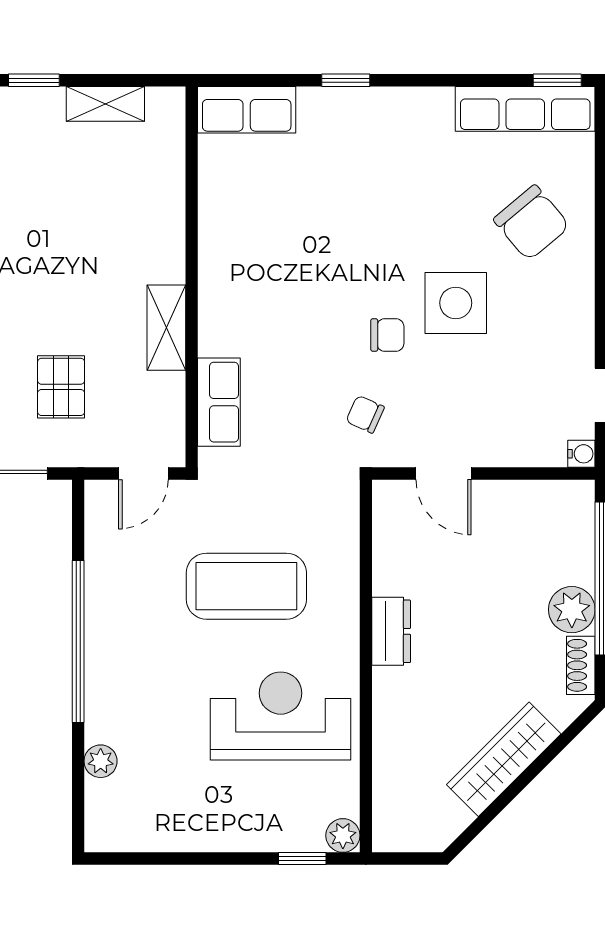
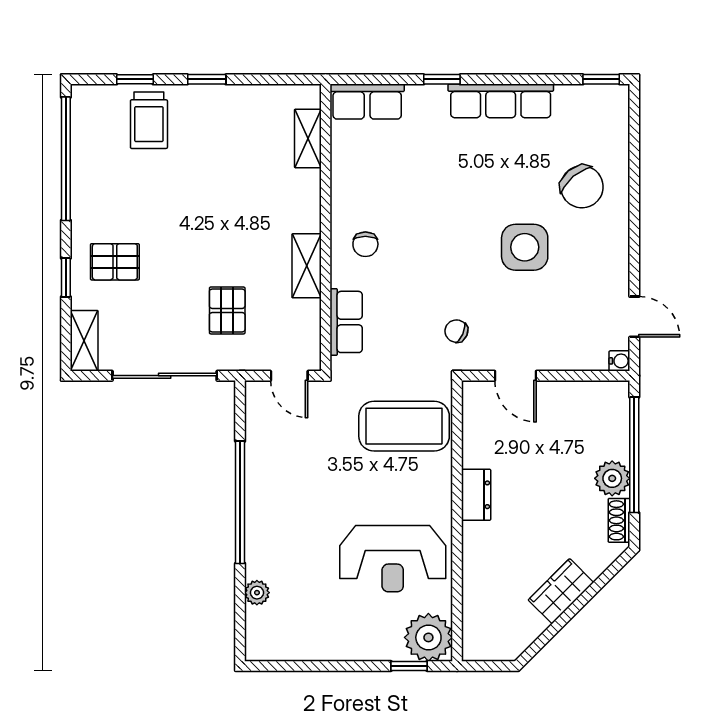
shelving: (105, 104) -> (308, 138), moved, turned 90
row of seats: (525, 109) -> (501, 101), moved
chair: (387, 335) -> (365, 244), moved, turned 90
door: (143, 473) -> (289, 376), hinge flipped
coffee table: (246, 586) -> (404, 426), moved
reception desk: (281, 716) -> (393, 559), turned 180
wardrobe: (504, 759) -> (561, 591), width x0.67
plant: (343, 835) -> (428, 637), width x1.88, depth x1.88

